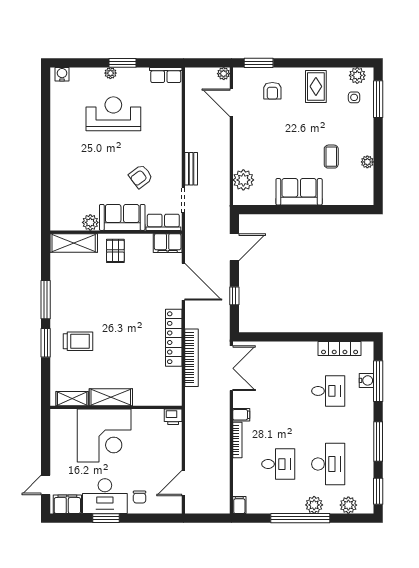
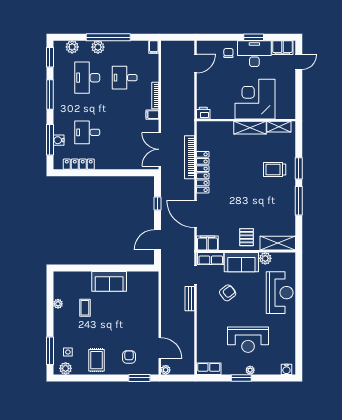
reception desk: (71, 177) -> (280, 293), added
plant: (243, 180) -> (151, 290), removed

